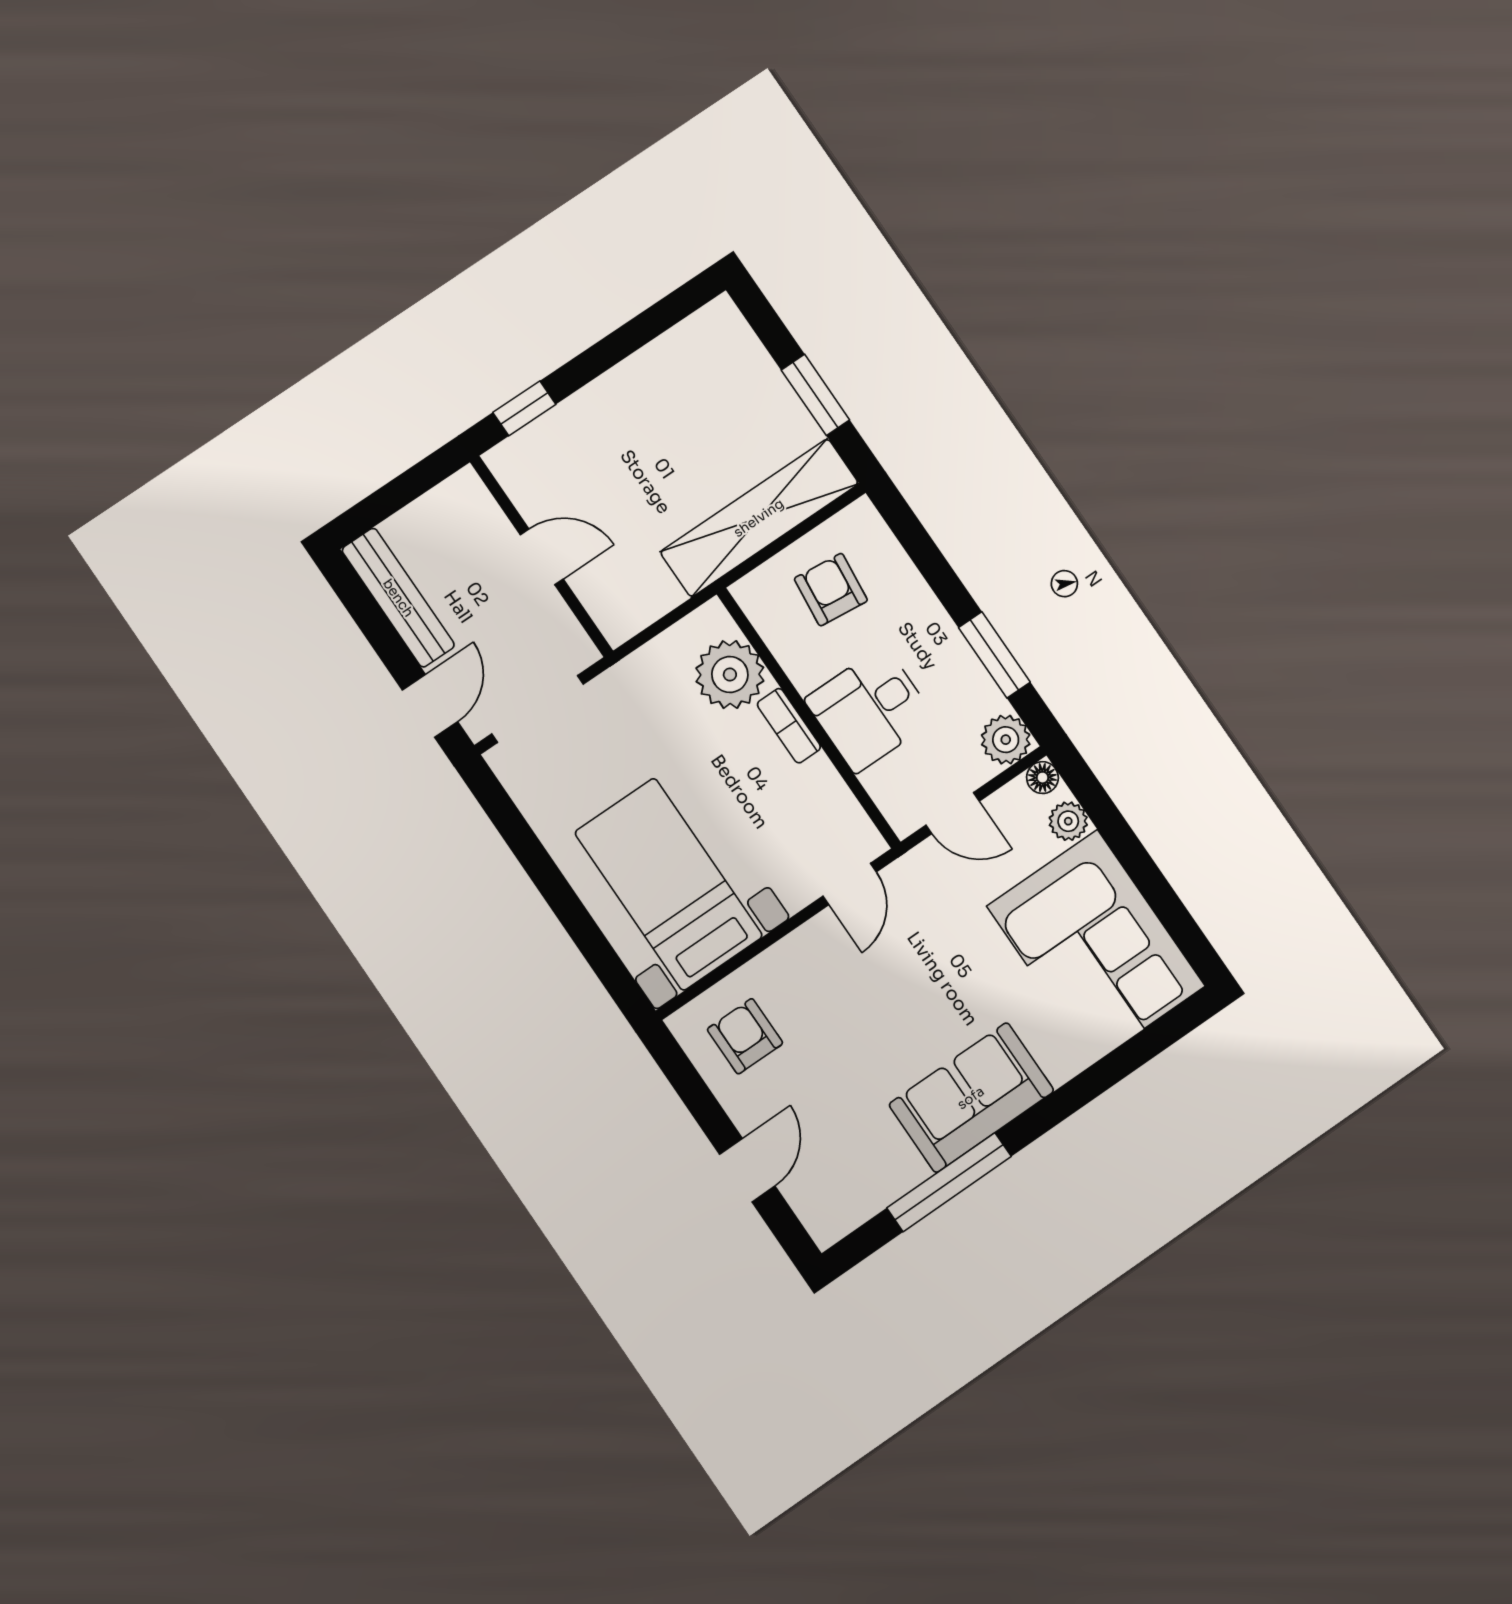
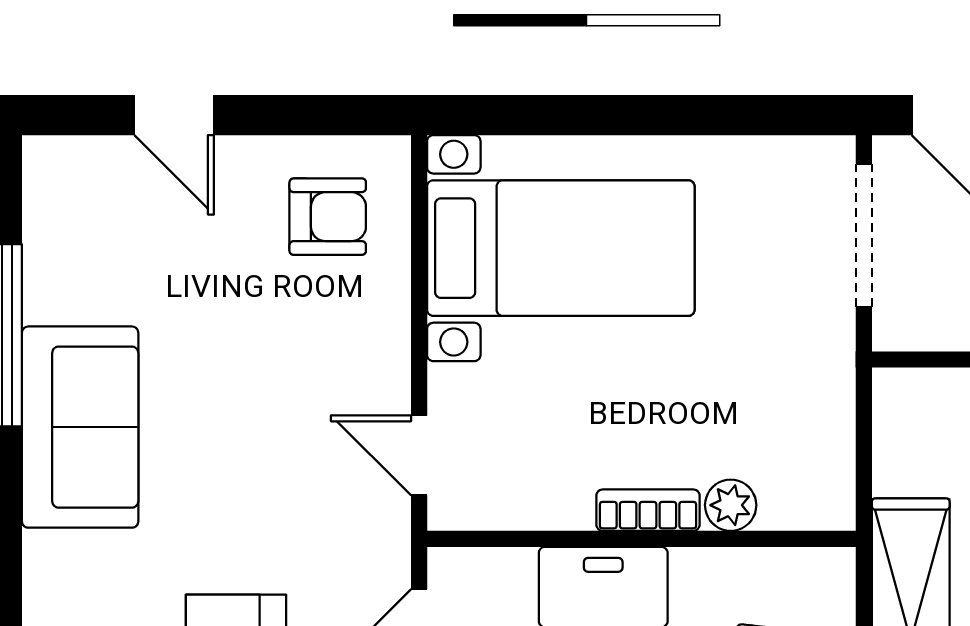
plant: (730, 675) -> (731, 505), width x0.53, depth x0.53

